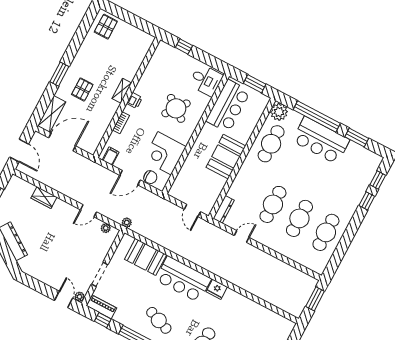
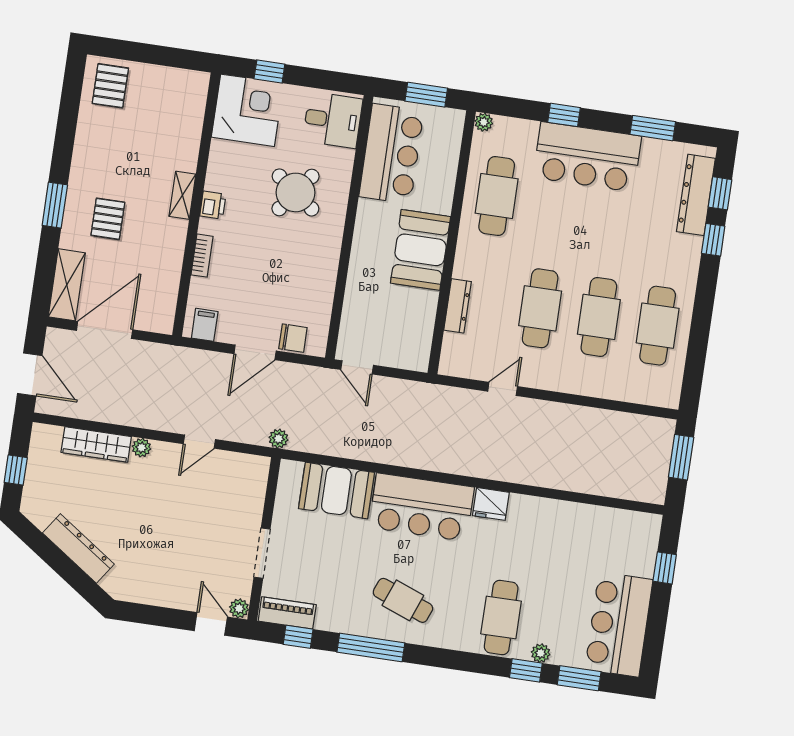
plant: (279, 112) -> (484, 122), width x0.53, depth x0.53
window: (317, 116) -> (564, 115), width x0.32
corner desk: (165, 153) -> (247, 110), moved, turned 180
dresser: (366, 177) -> (696, 195), added
wardrobe: (44, 198) -> (96, 444), width x1.50
dresser: (224, 209) -> (458, 306), moved
door: (192, 210) -> (357, 367), moved
plant: (106, 228) -> (141, 448), moved

